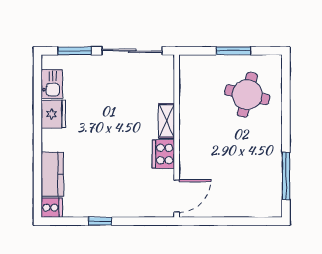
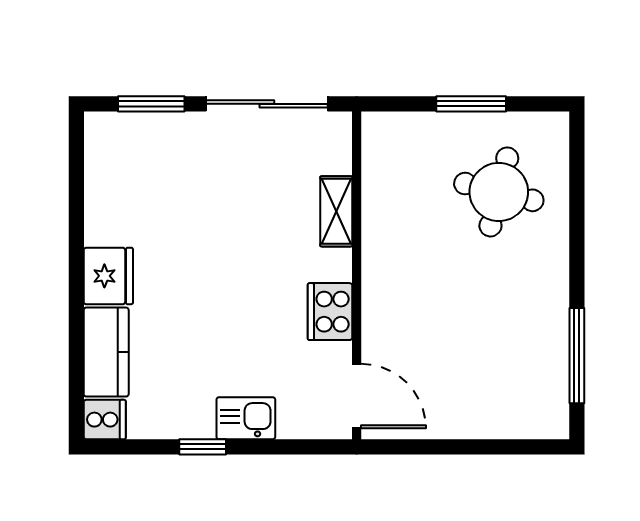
kitchen sink: (52, 84) -> (246, 418), moved, turned -90
fridge: (53, 114) -> (108, 276), moved
shelving: (167, 121) -> (336, 211), moved
door: (177, 196) -> (357, 396), hinge flipped

